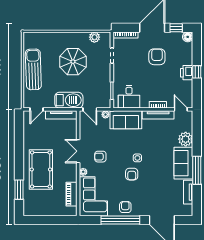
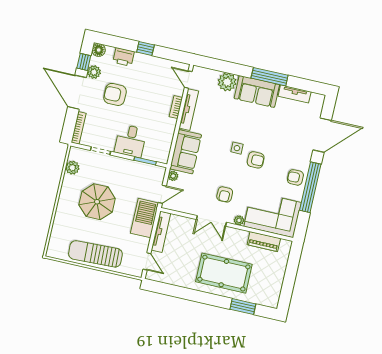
plant: (170, 37) -> (94, 72), added
printer: (187, 73) -> (124, 57), moved
desk: (129, 97) -> (130, 141), moved, turned 90
door: (181, 109) -> (188, 80), hinge flipped

